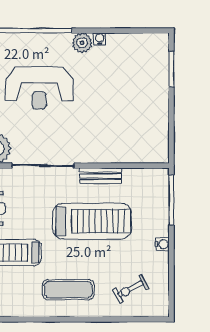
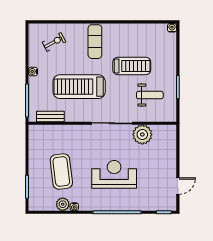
plant: (82, 43) -> (63, 204), moved
coffee table: (119, 92) -> (61, 172), added
bench: (101, 176) -> (50, 116), moved
exercise mat: (68, 290) -> (95, 42), turned 90

